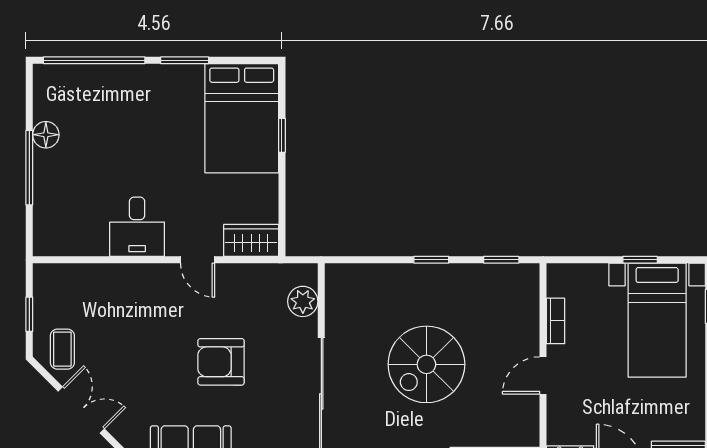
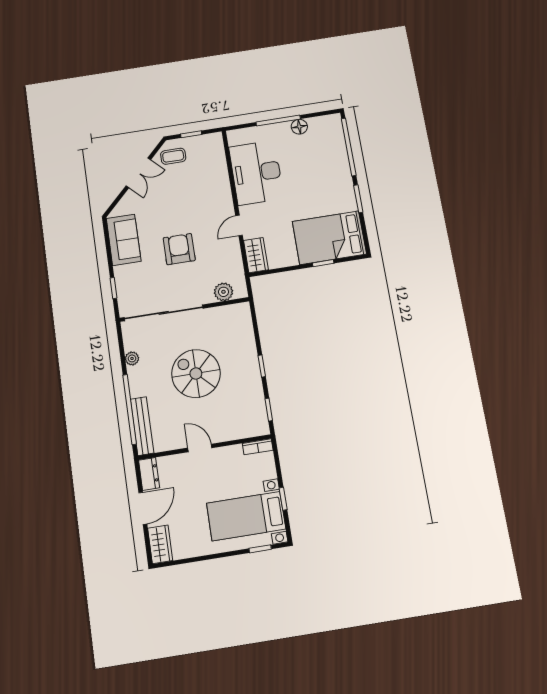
desk: (137, 227) -> (256, 173), width x1.87, depth x1.30
bookcase: (556, 321) -> (258, 447), moved

